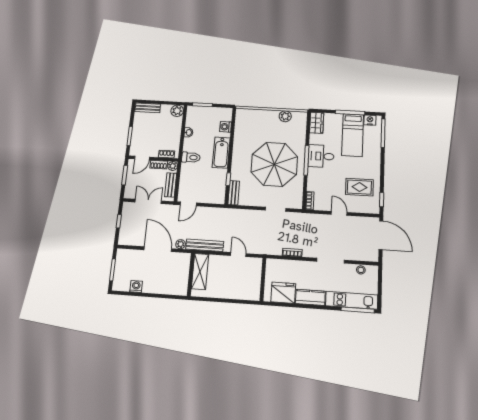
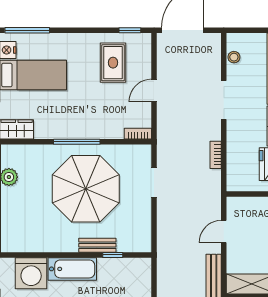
washing machine: (226, 127) -> (31, 273), width x1.89, depth x1.89
desk: (321, 156) -> (69, 120), removed
bench: (234, 193) -> (97, 245), moved

